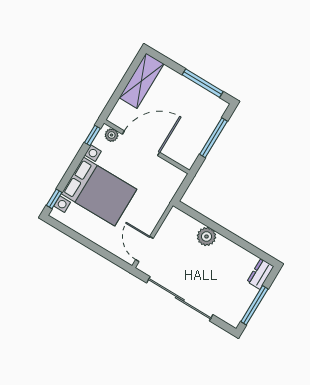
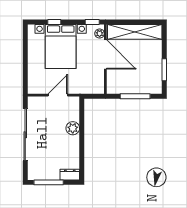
shelving: (142, 81) -> (135, 32), width x1.47
window: (203, 83) -> (164, 70), width x0.69
window: (54, 199) -> (54, 22), moved
door: (144, 249) -> (58, 95), moved

